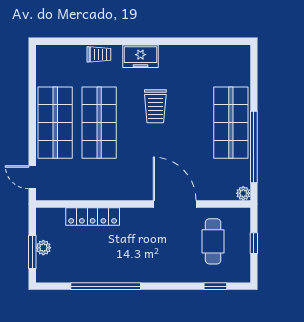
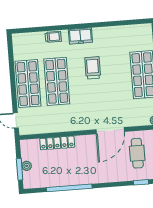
trolley: (155, 106) -> (93, 68), turned 180
door: (175, 204) -> (110, 131), swing flipped

